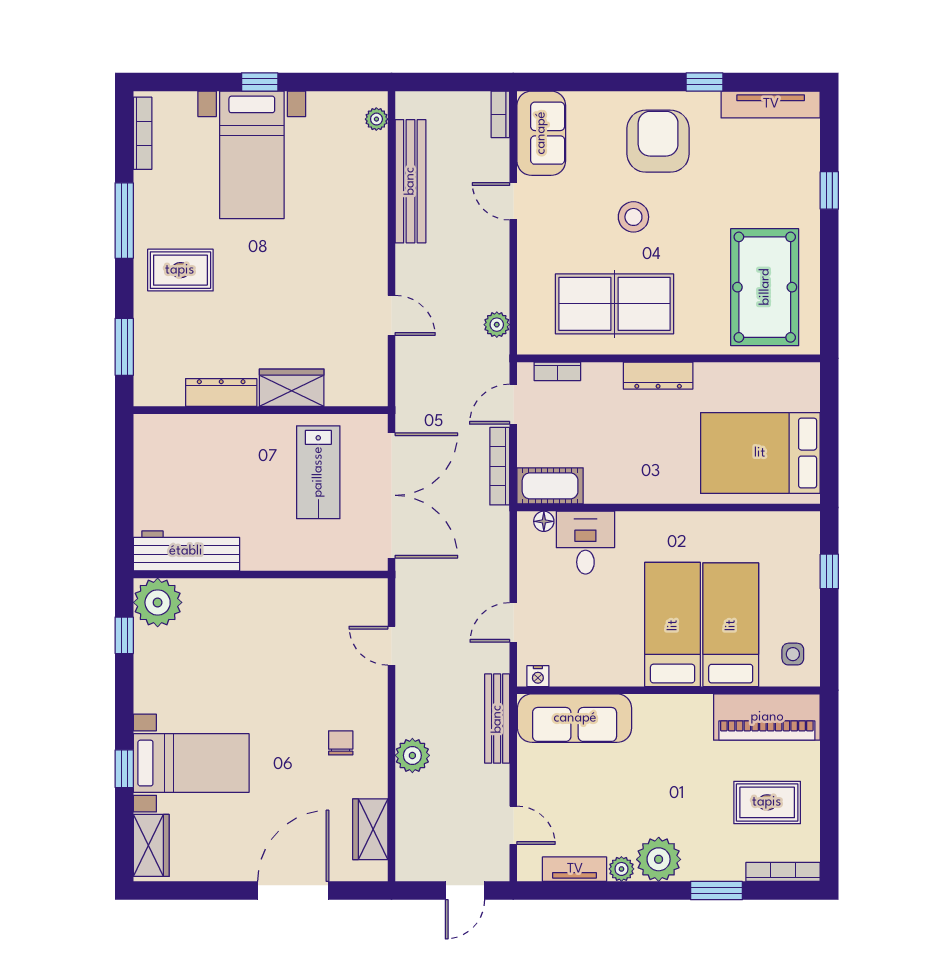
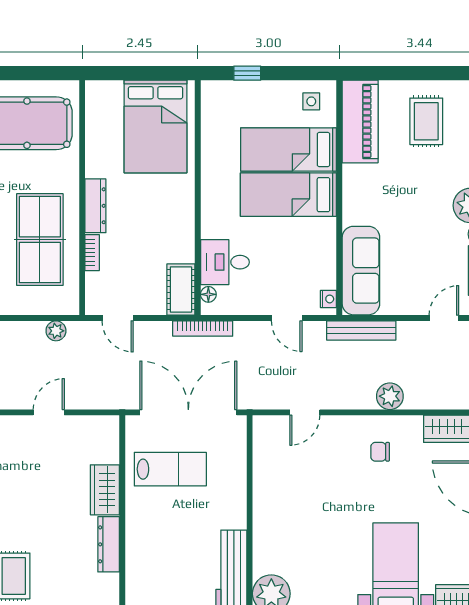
bookcase: (557, 371) -> (92, 253), moved
bookcase: (500, 466) -> (203, 329), moved

